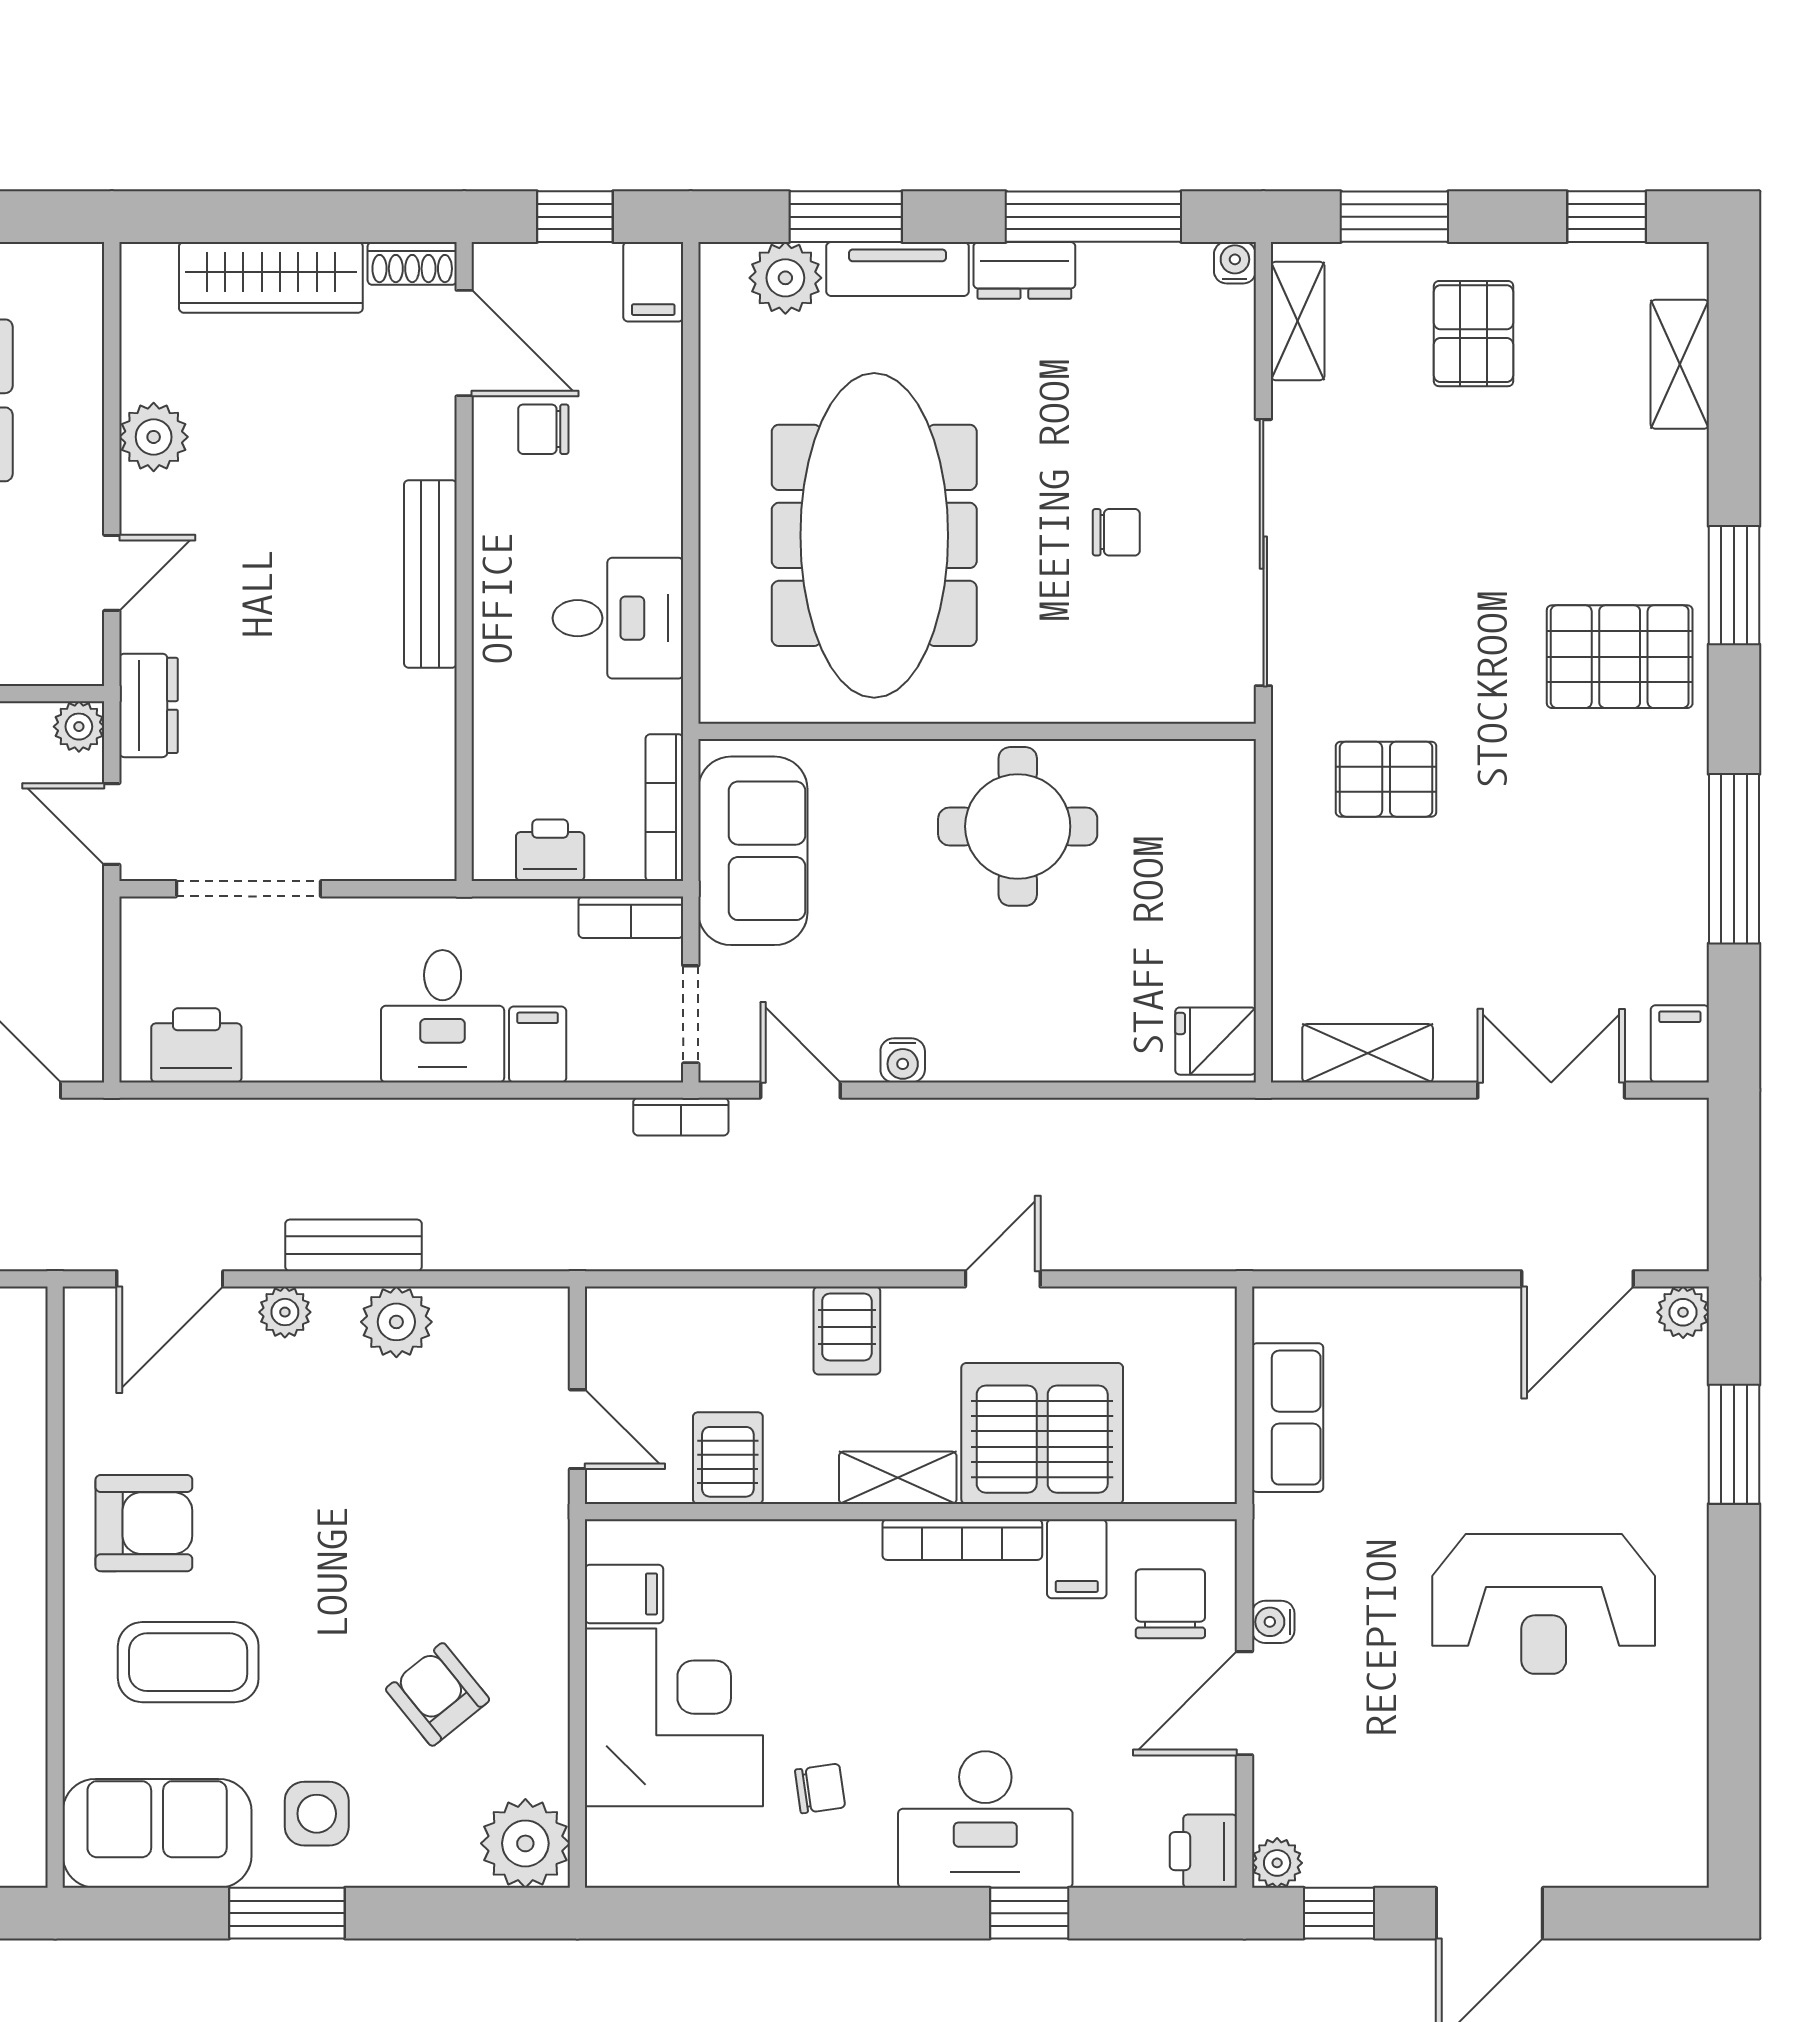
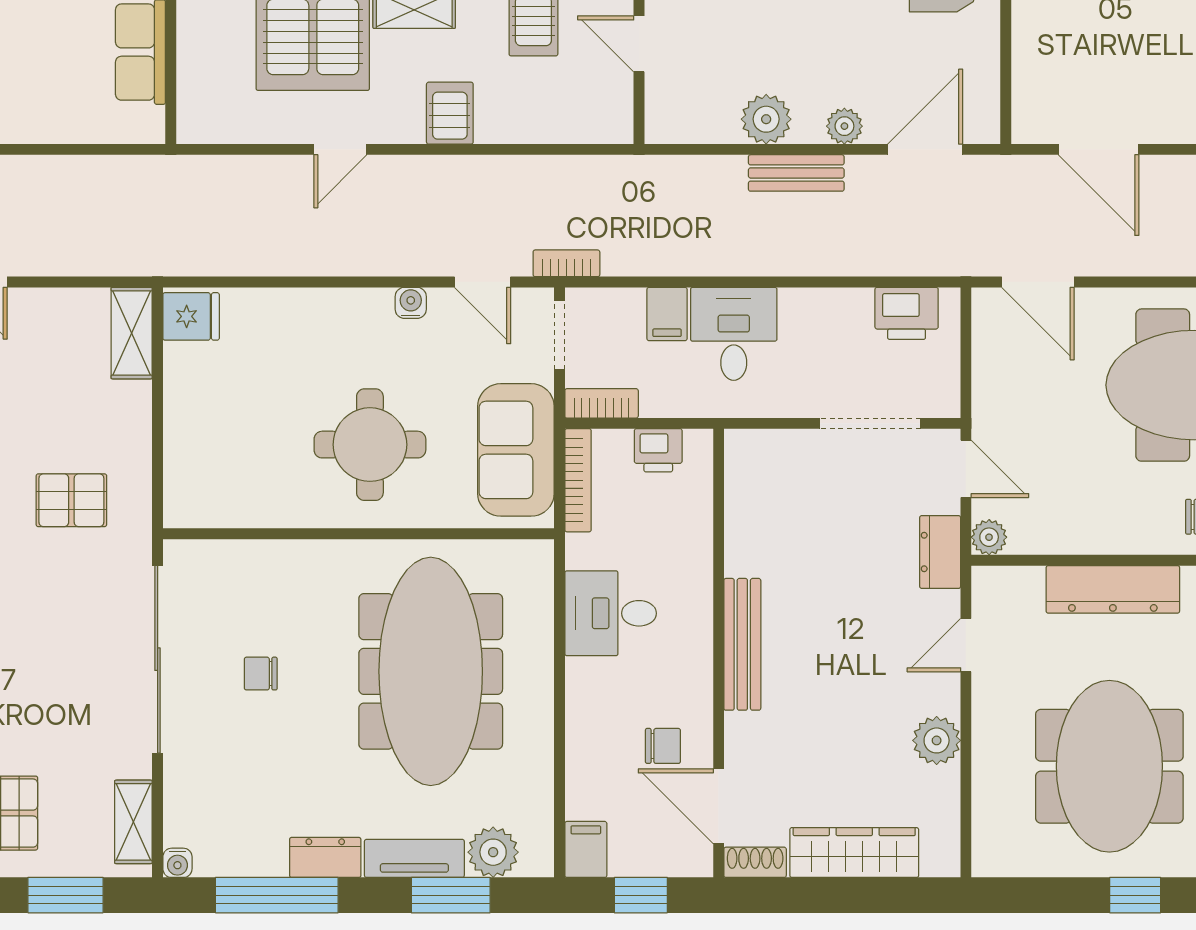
round table: (1018, 826) -> (370, 445), moved
shelving: (1368, 1053) -> (132, 333), moved, turned 90

